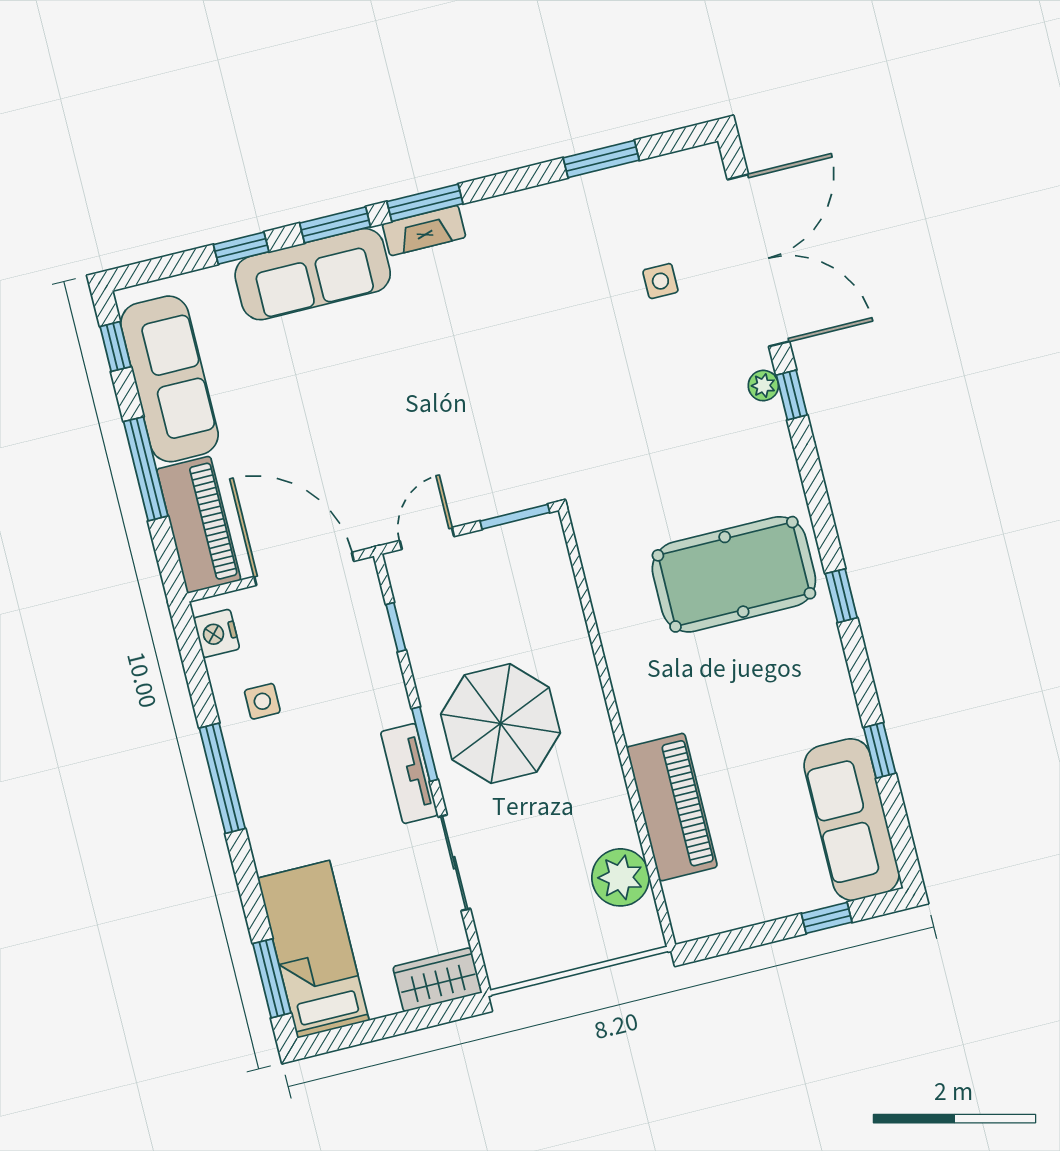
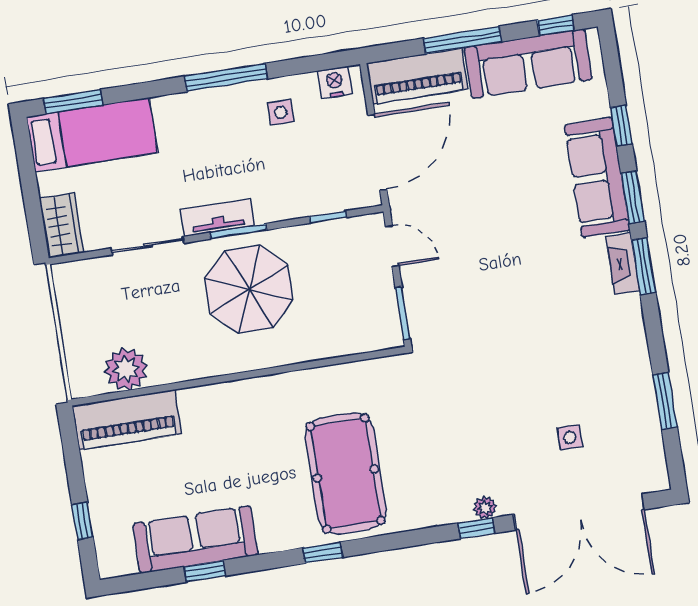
piano: (672, 807) -> (127, 420), moved
sofa: (852, 820) -> (195, 539), moved

